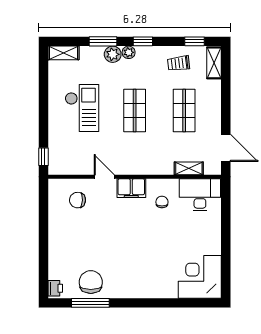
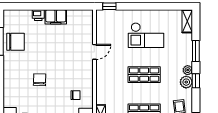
plant: (113, 54) -> (186, 82), moved
filing cabinet: (131, 188) -> (56, 17), moved, turned -90
chair: (78, 200) -> (40, 80), moved
printer: (55, 288) -> (38, 15), moved

